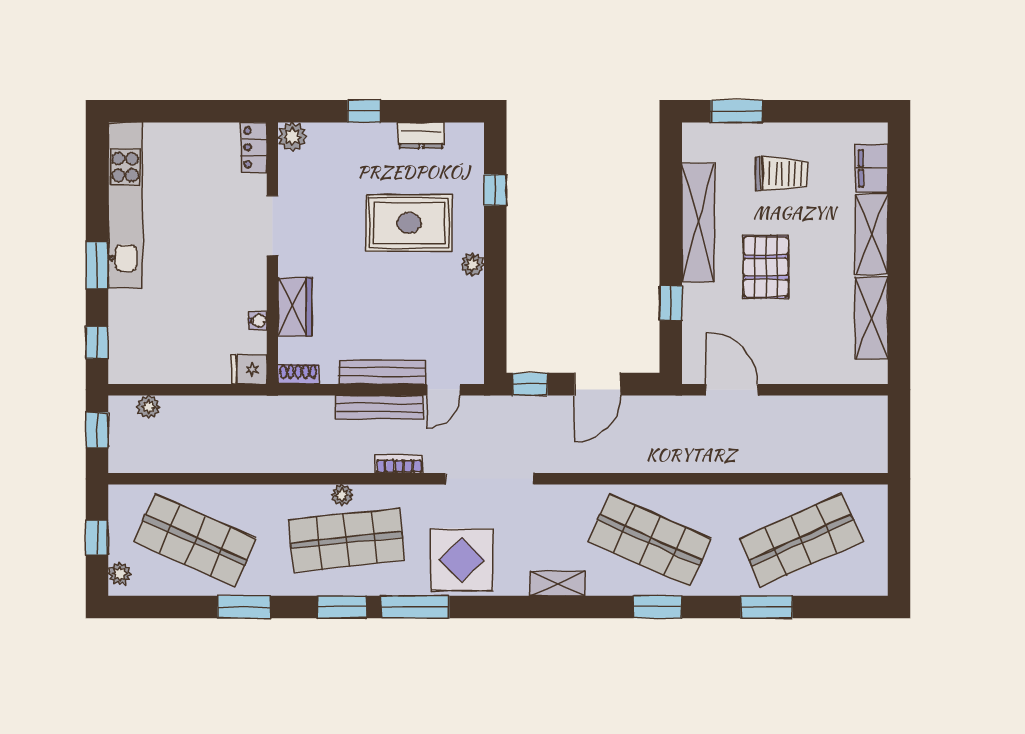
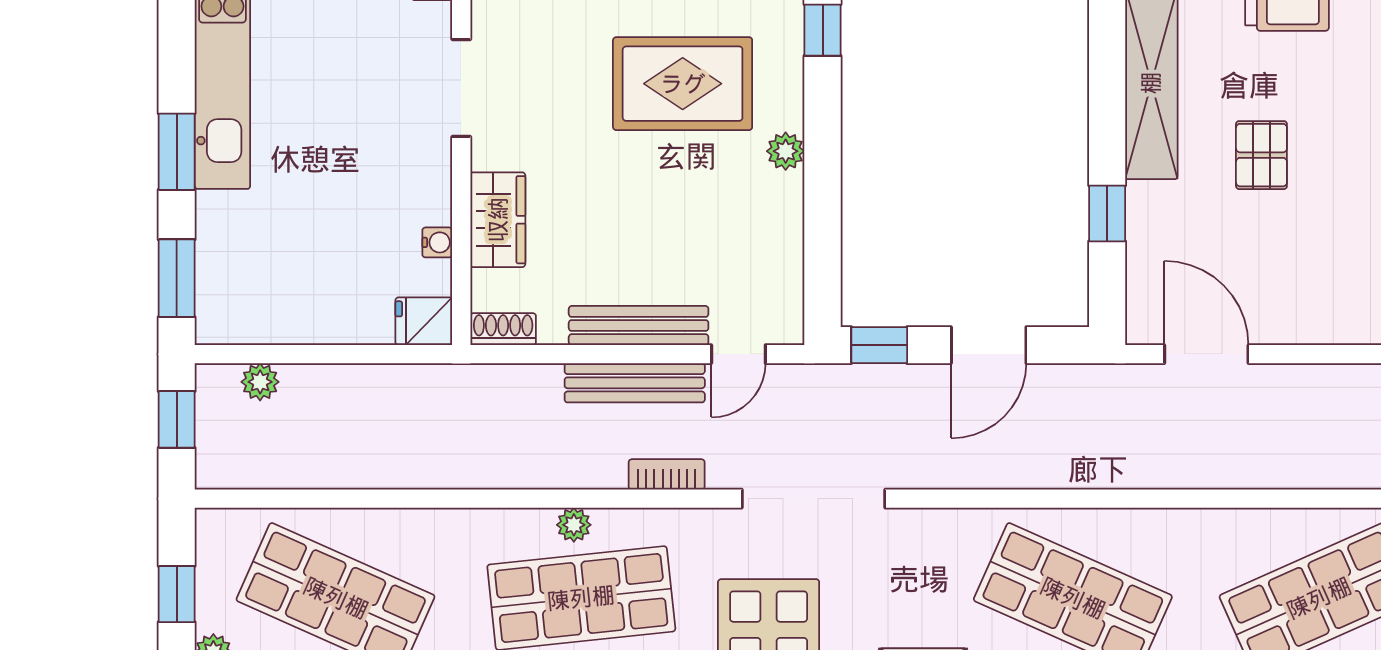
pallet: (766, 267) -> (1261, 155), width x0.67, depth x0.71
window: (97, 343) -> (177, 278), width x1.50

